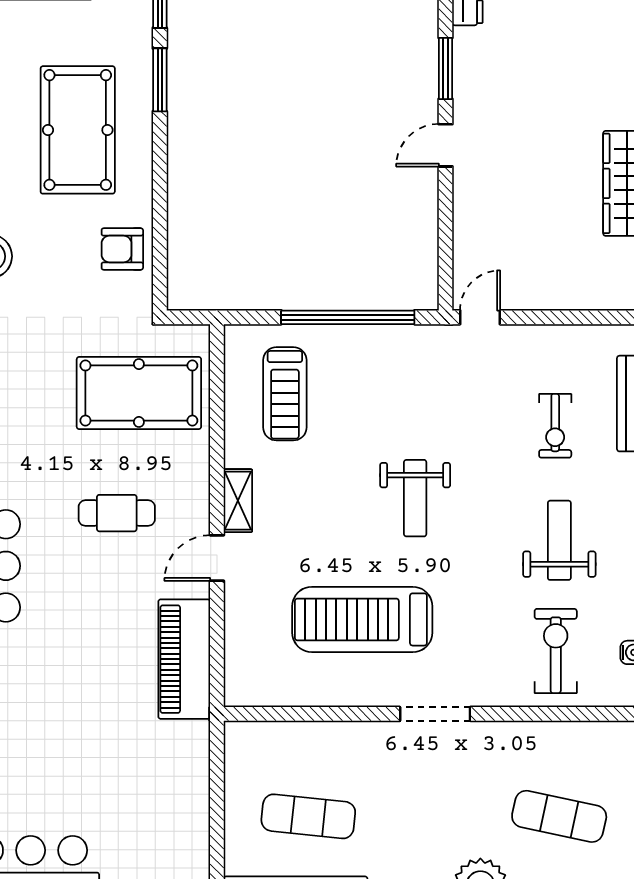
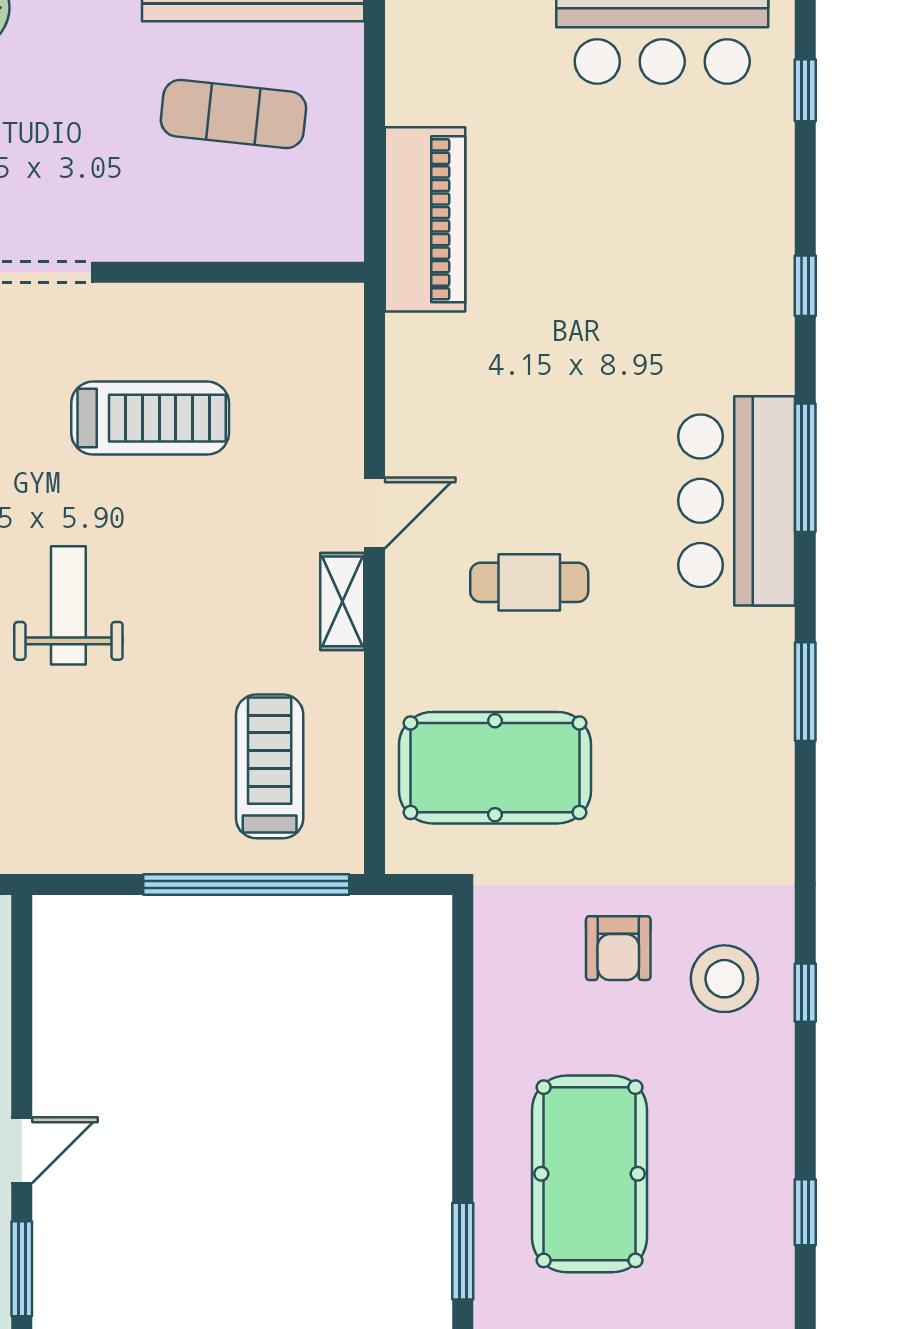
armchair: (122, 249) -> (618, 948), moved, turned 90
window: (348, 317) -> (246, 885), moved
treadmill: (362, 619) -> (150, 418), width x0.73, depth x0.73
piano: (184, 659) -> (425, 219), moved

